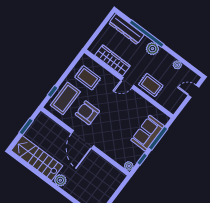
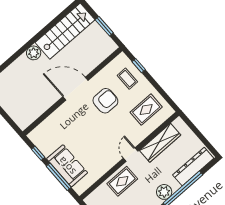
coffee table: (65, 98) -> (127, 79), width x0.54, depth x0.58
plant: (129, 166) -> (34, 136), removed

